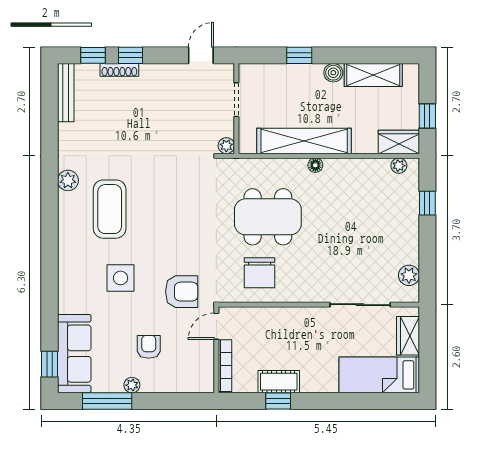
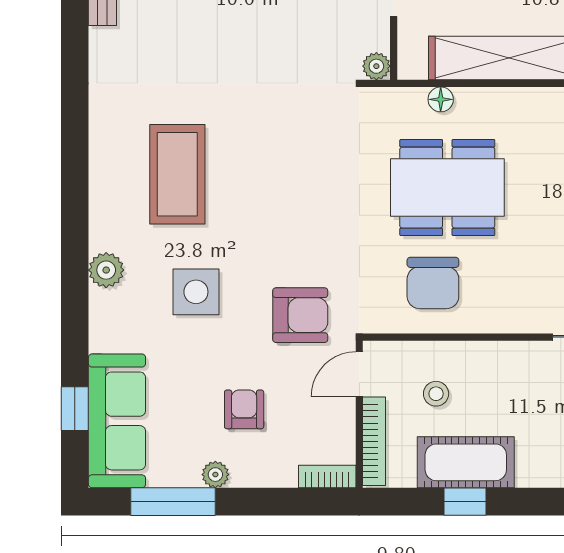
floor lamp: (315, 165) -> (441, 99), moved
plant: (68, 180) -> (106, 270), moved
stool: (261, 338) -> (436, 394), added
window: (49, 364) -> (75, 409), moved
cot: (279, 382) -> (466, 462), width x1.37, depth x1.34
bookcase: (197, 386) -> (327, 477), added

